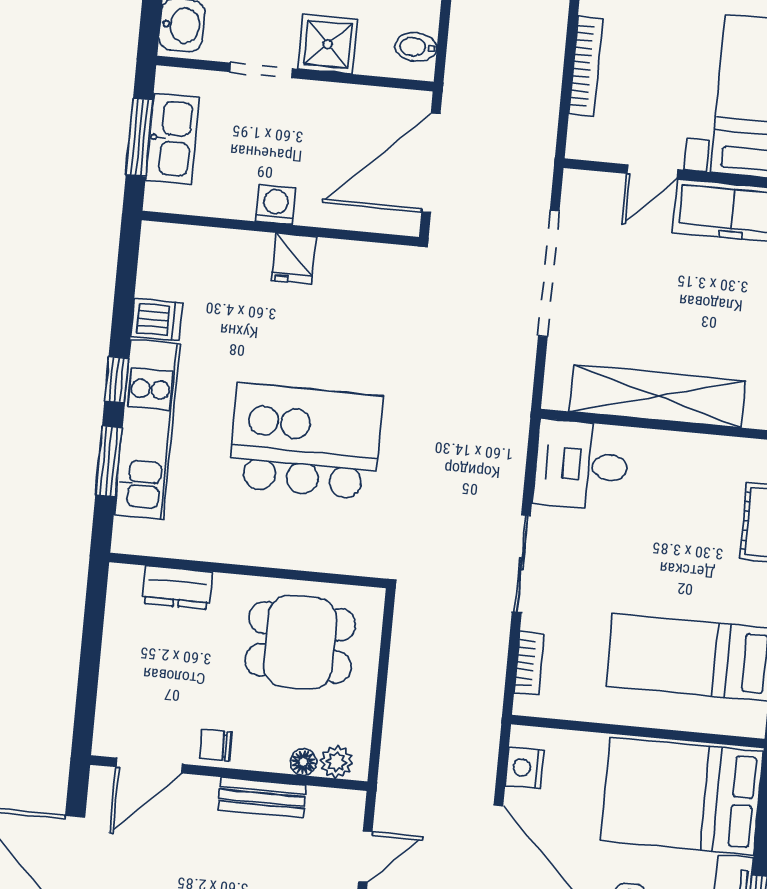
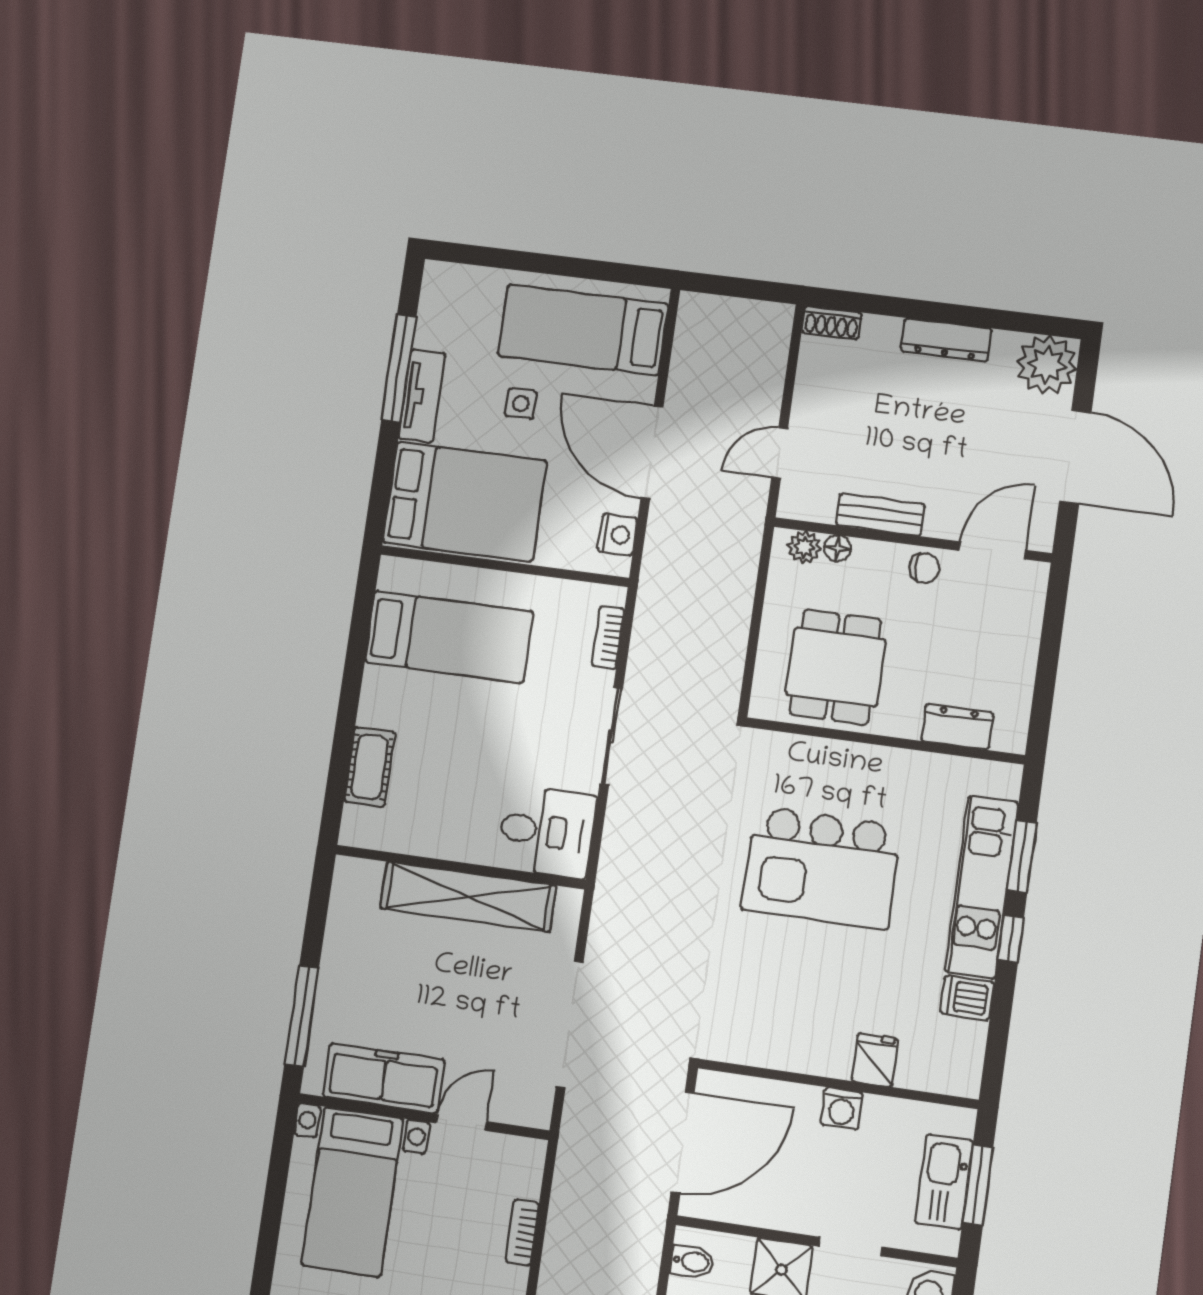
bookcase: (586, 66) -> (522, 1233), width x0.64
fridge: (294, 259) -> (875, 1060), moved
dining table: (300, 642) -> (836, 667), turned 90

